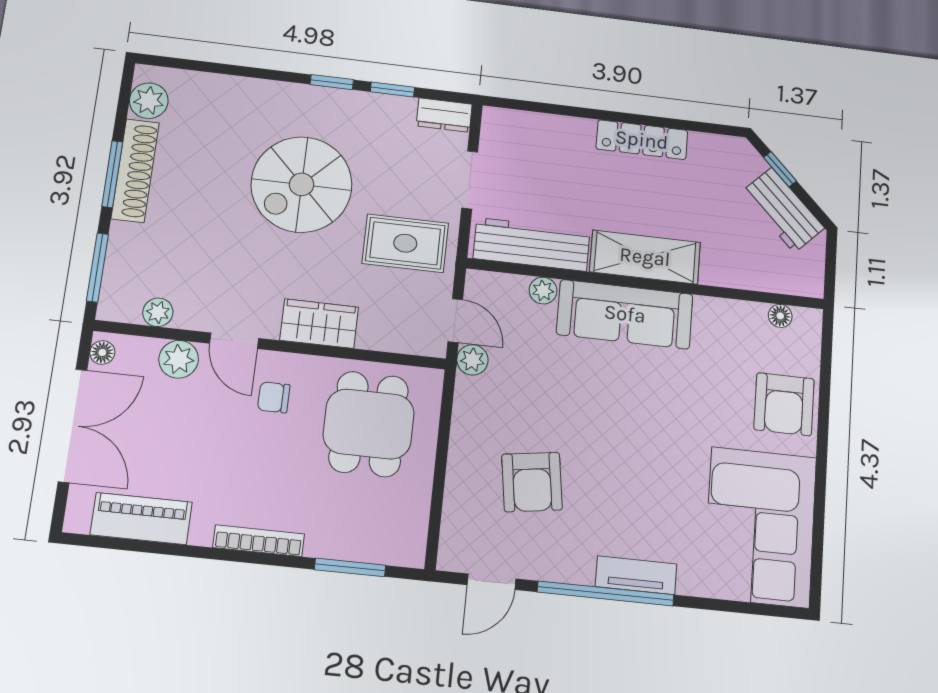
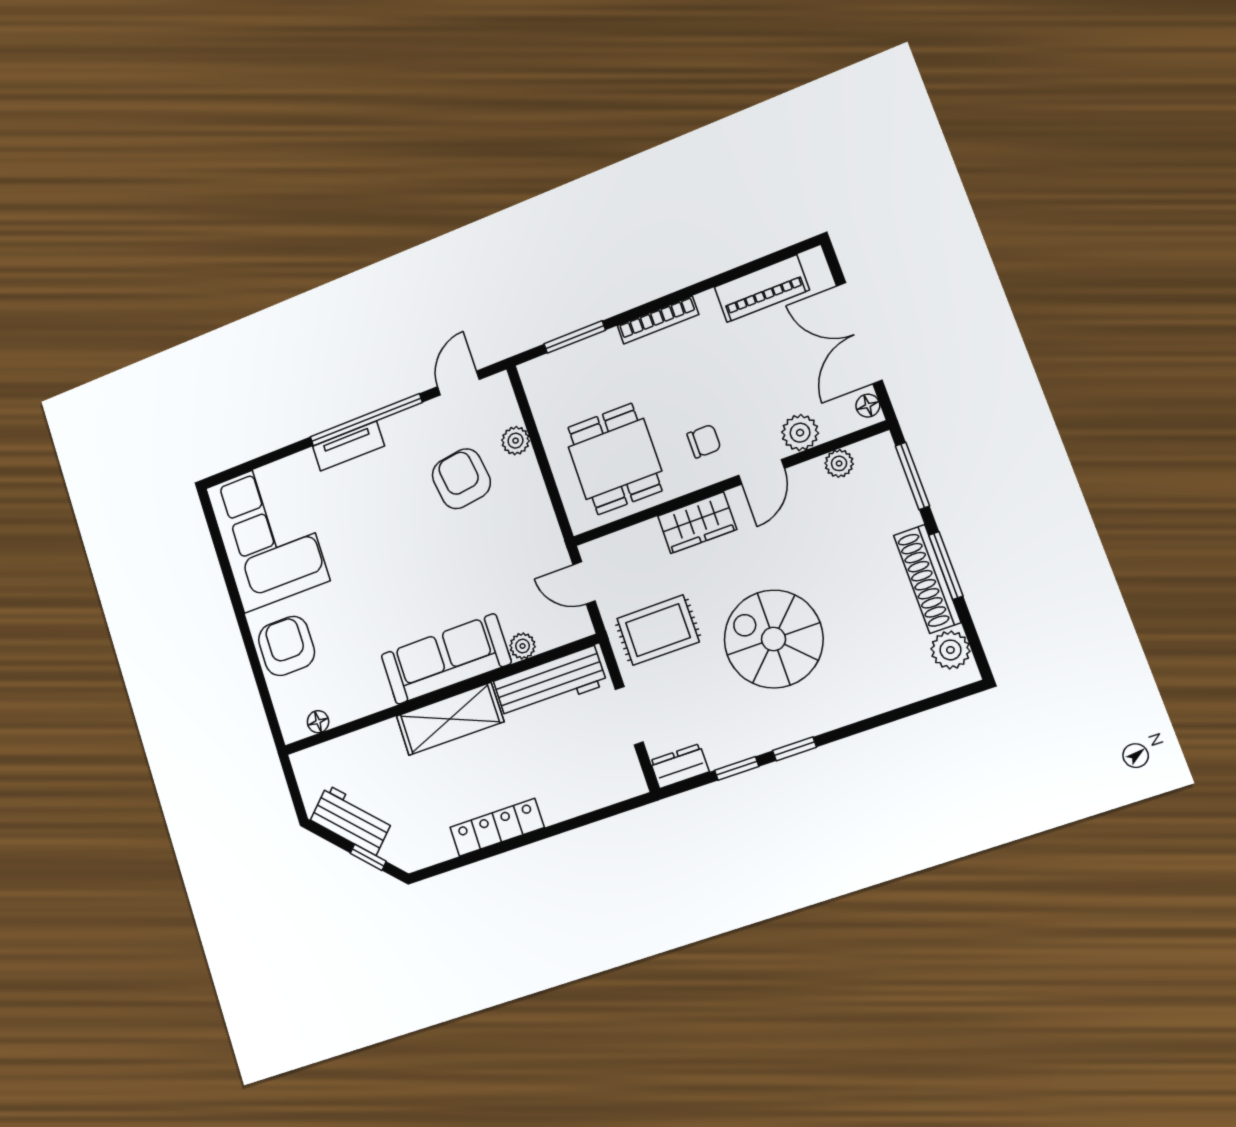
spiral stairs: (302, 184) -> (774, 639), turned -90
door: (234, 341) -> (761, 472), swing flipped
plant: (472, 360) -> (516, 441), moved

